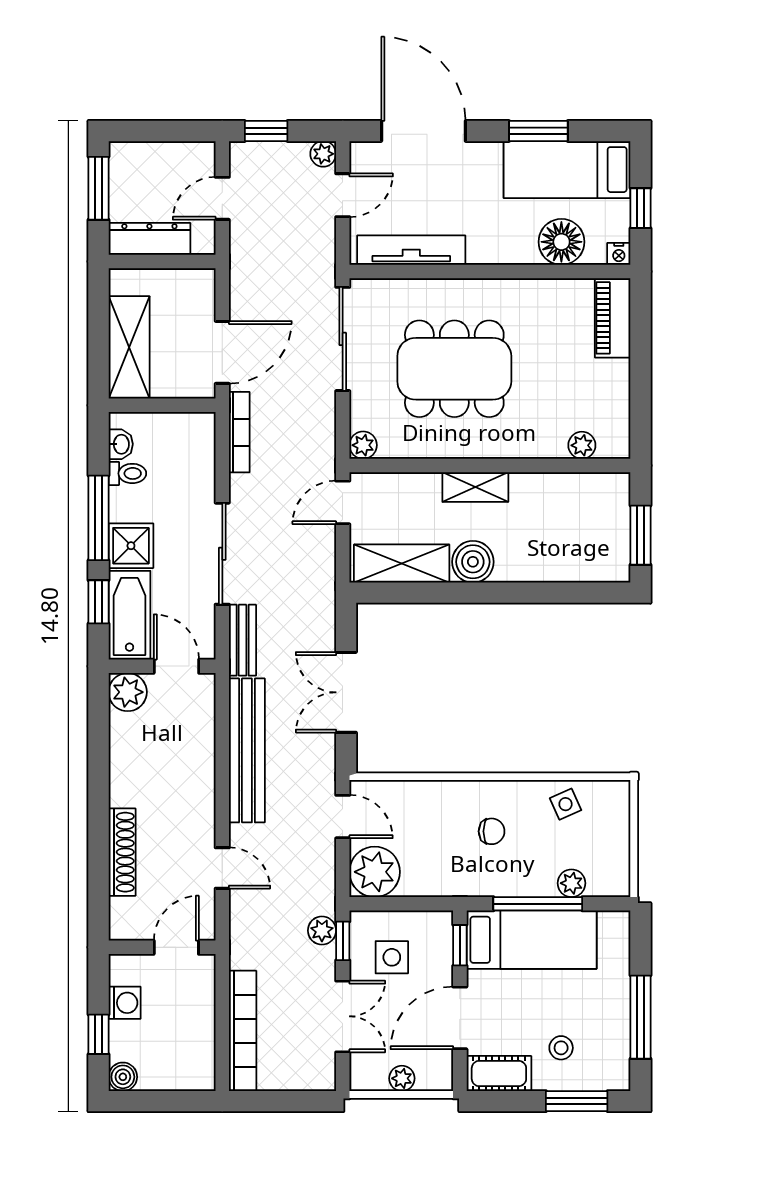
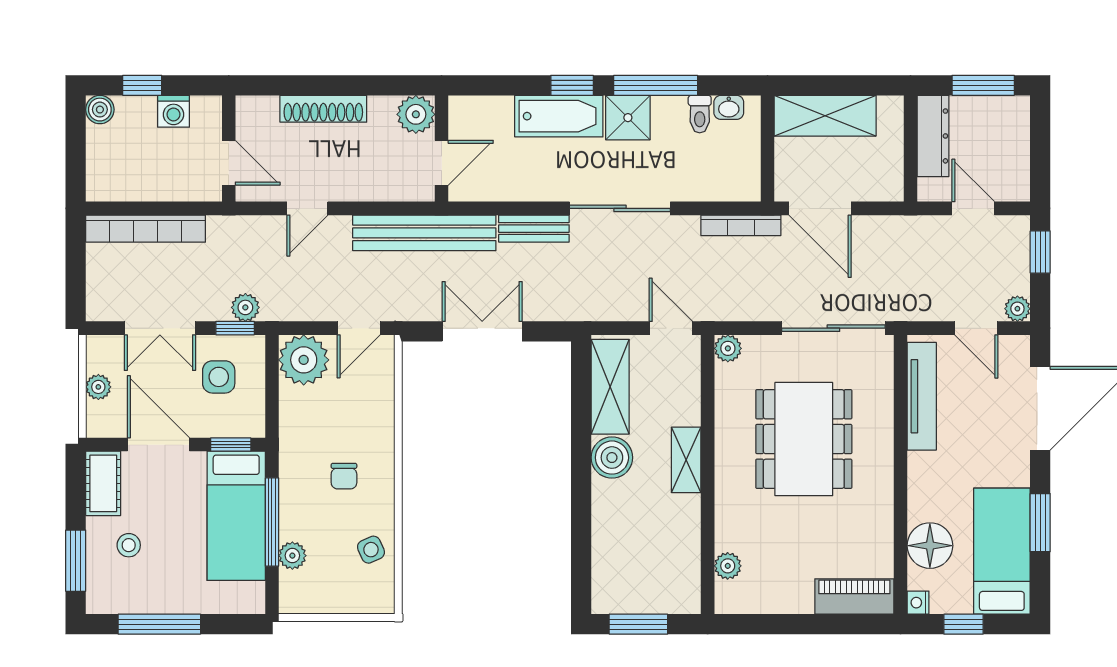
wall: (162, 666) -> (442, 149), moved
door: (176, 666) -> (442, 163), moved
plant: (128, 692) -> (416, 114), moved

